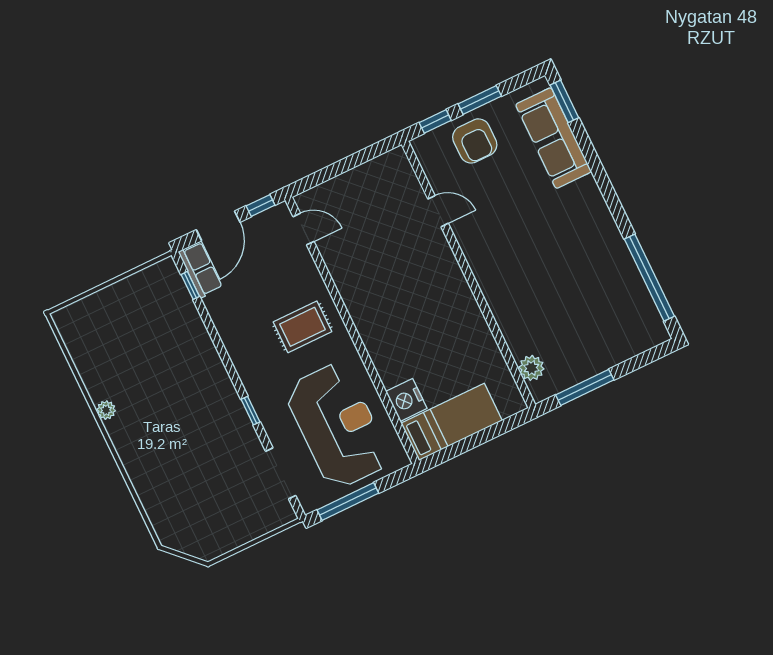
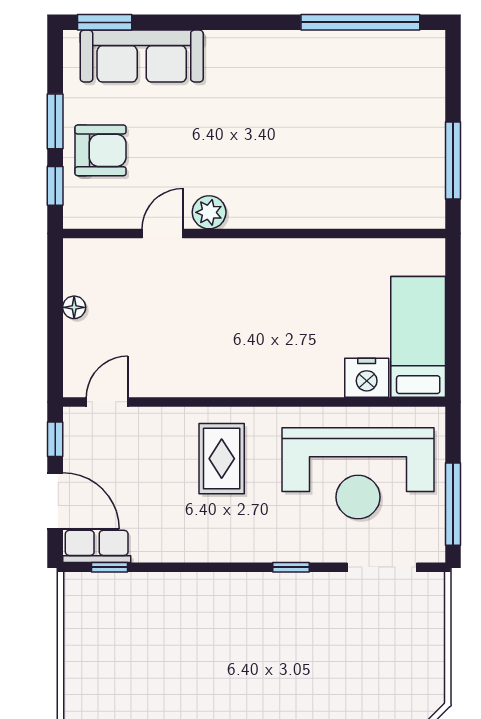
floor lamp: (358, 175) -> (74, 307), added
plant: (531, 368) -> (209, 212), moved
reception desk: (338, 426) -> (358, 473), turned 180

